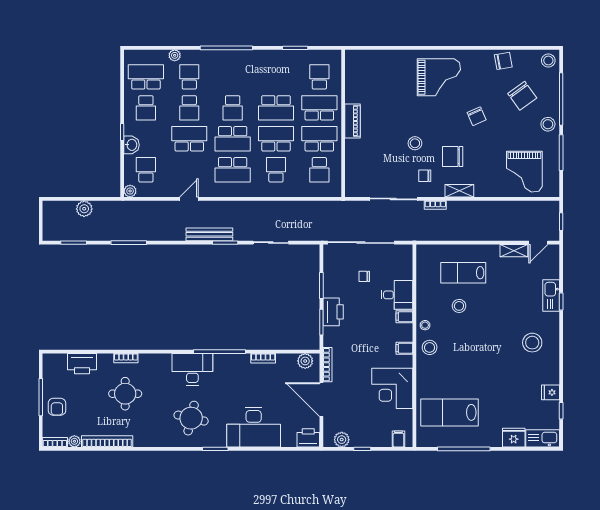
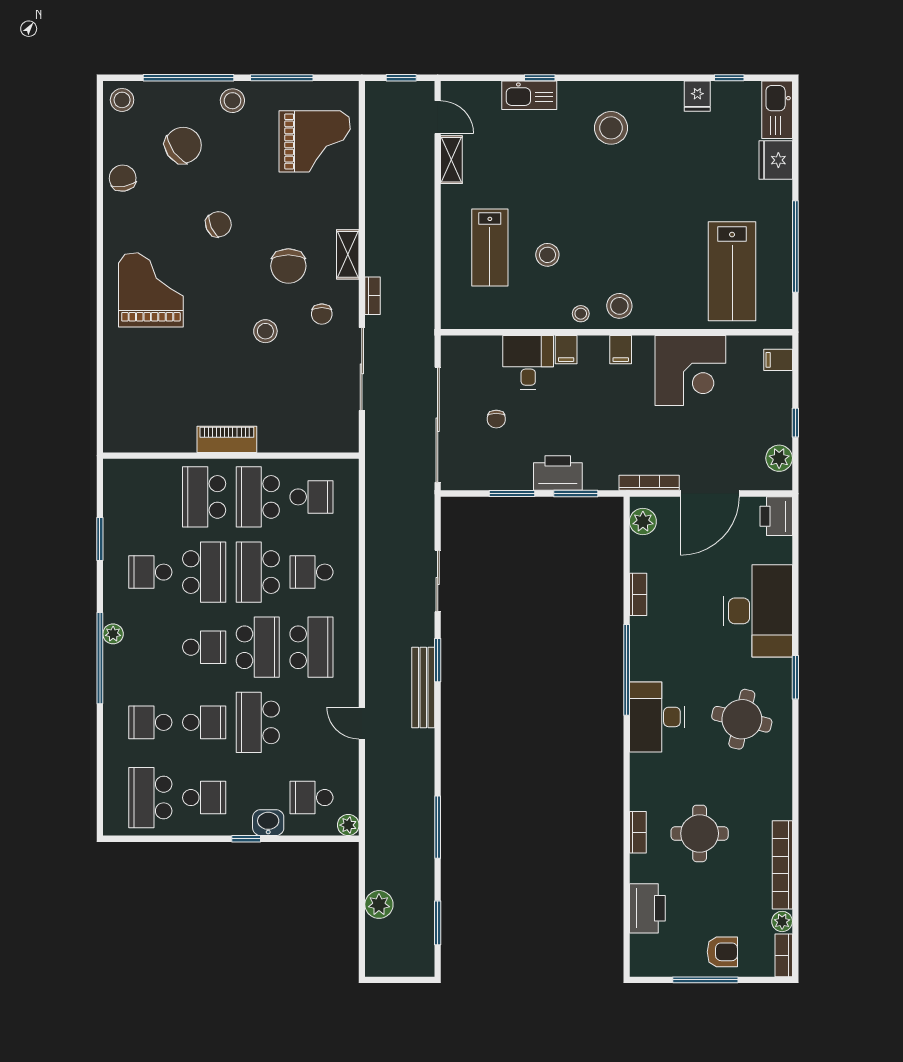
plant: (175, 55) -> (113, 634), moved
school desk: (319, 77) -> (150, 572), moved

